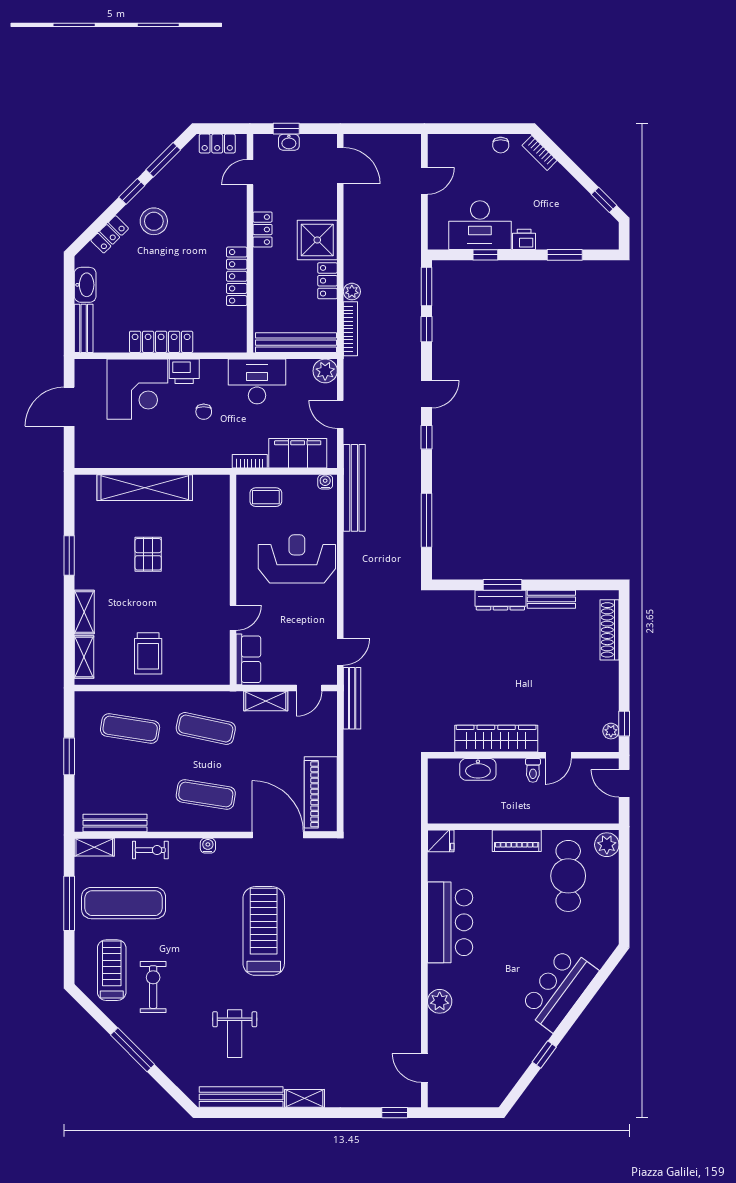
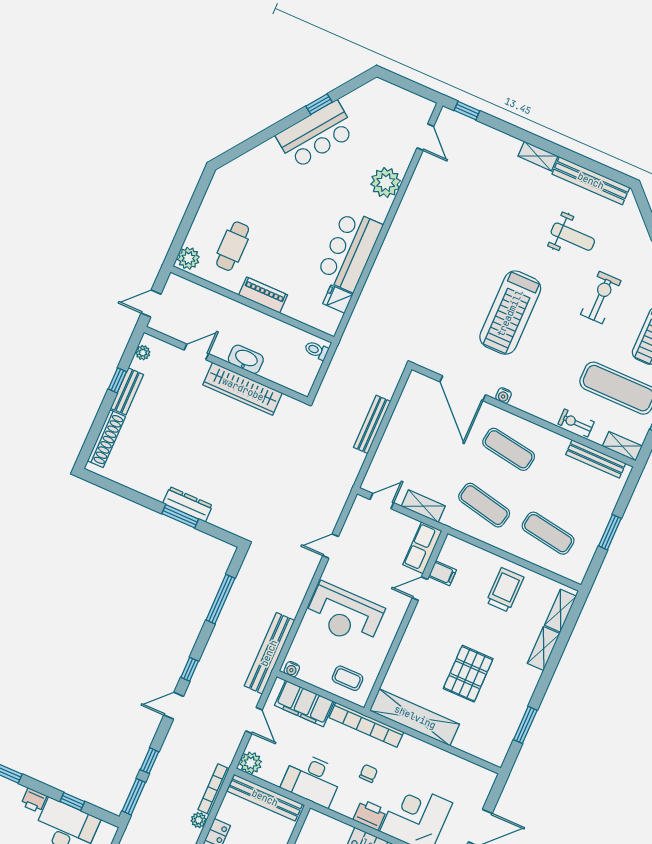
bookcase: (250, 461) -> (366, 725), width x2.31, depth x1.31
shelving: (145, 488) -> (415, 717), moved
pallet: (148, 554) -> (468, 674), width x1.50, depth x1.42
window: (69, 555) -> (525, 725), moved
bench: (551, 599) -> (127, 391), moved, turned 90
filing cabinet: (217, 643) -> (443, 573), added
door: (340, 652) -> (331, 546), moved
bench: (352, 698) -> (372, 424), moved
window: (624, 724) -> (117, 380), moved
washbasin: (478, 769) -> (246, 359), moved
toilet: (533, 770) -> (316, 350), moved, turned -90
door: (624, 783) -> (151, 304), swing flipped
piano: (321, 794) -> (411, 407), removed
fridge: (441, 841) -> (338, 299), moved
water cooler: (208, 846) -> (504, 396), moved
cafe table: (568, 876) -> (233, 246), width x0.73, depth x0.74
exercise bike: (153, 987) -> (601, 298), moved, turned 180
bar counter: (559, 989) -> (316, 135), moved
plant: (440, 1001) -> (386, 183), width x1.36, depth x1.36
weight bench: (235, 1034) -> (573, 237), turned 90

